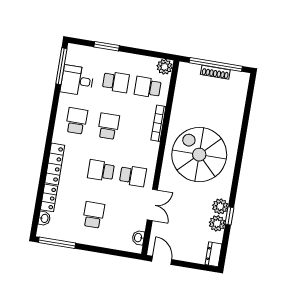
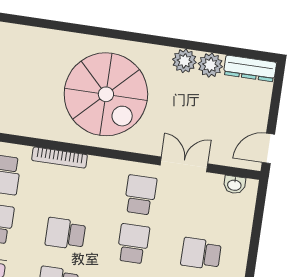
spiral stairs: (199, 155) -> (106, 94), turned -90
school desk: (101, 171) -> (133, 244), turned 180
window: (229, 216) -> (199, 46), removed
dresser: (214, 254) -> (250, 68), width x1.44

